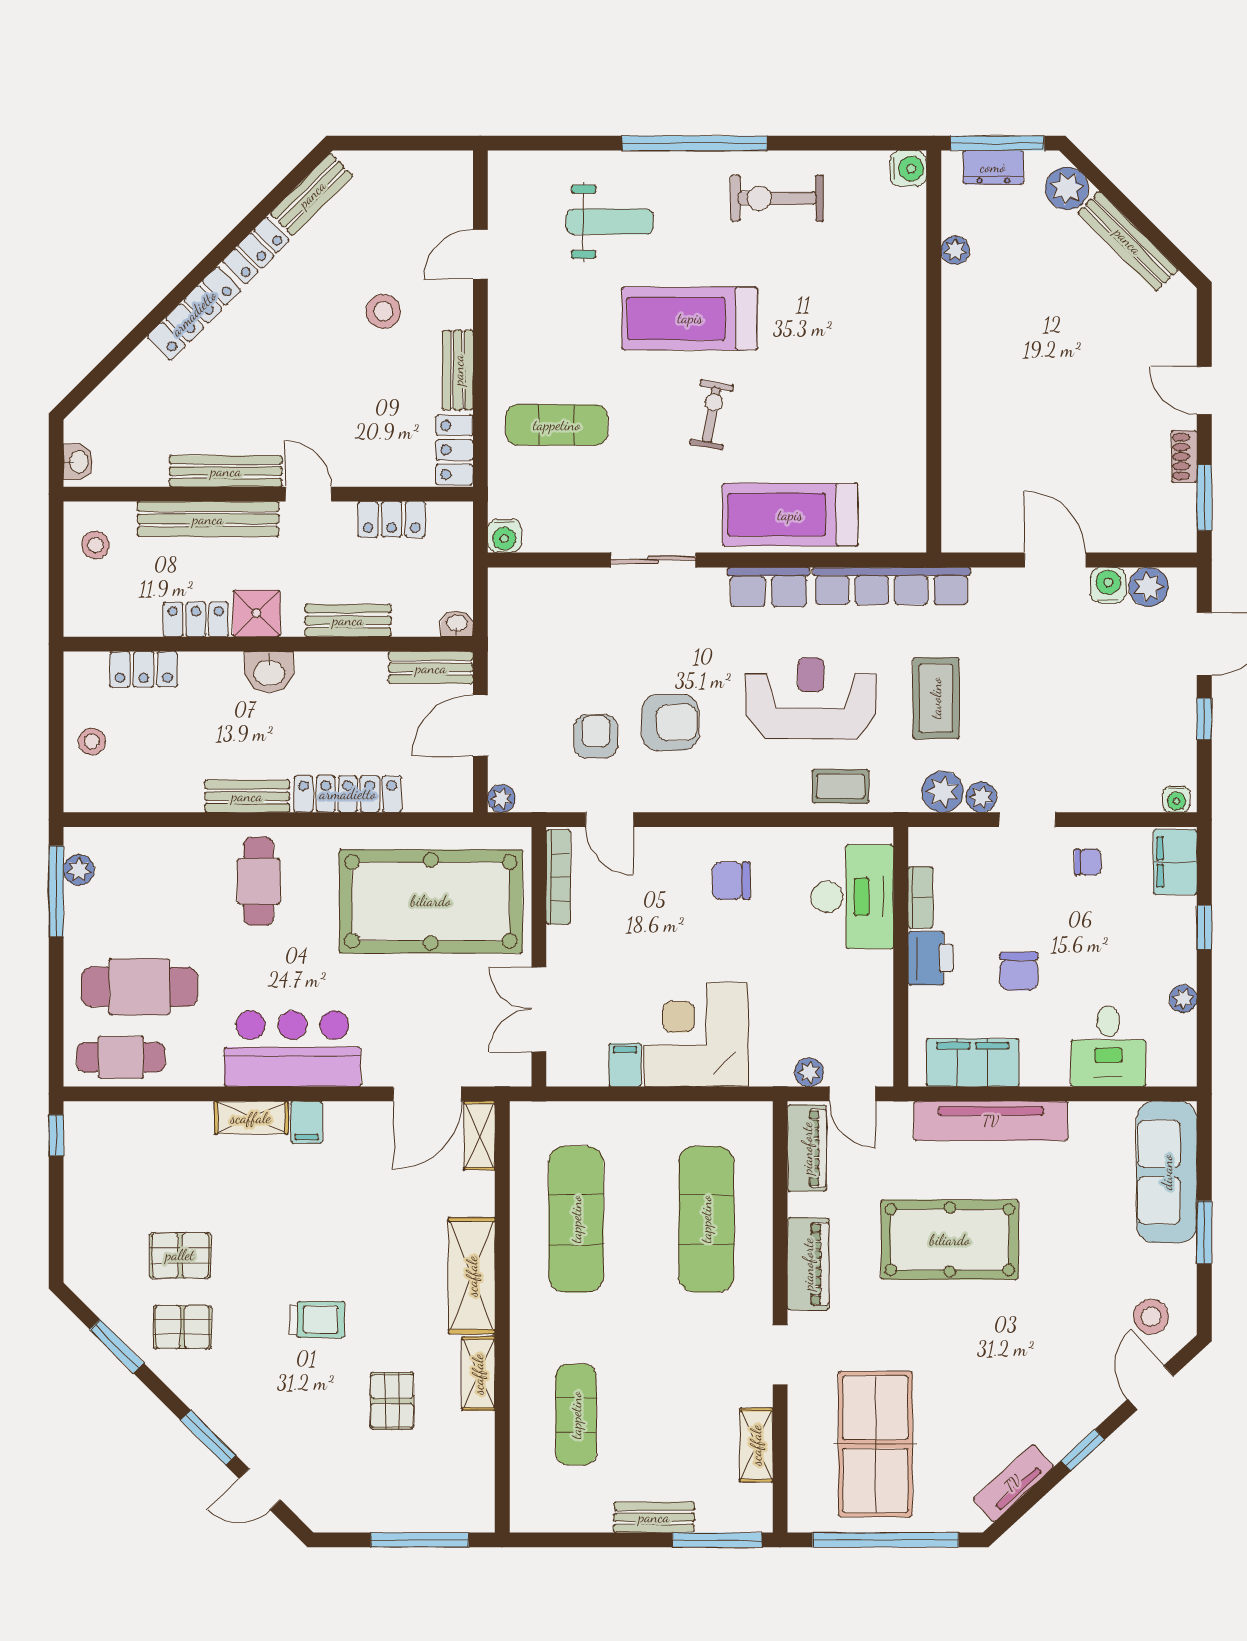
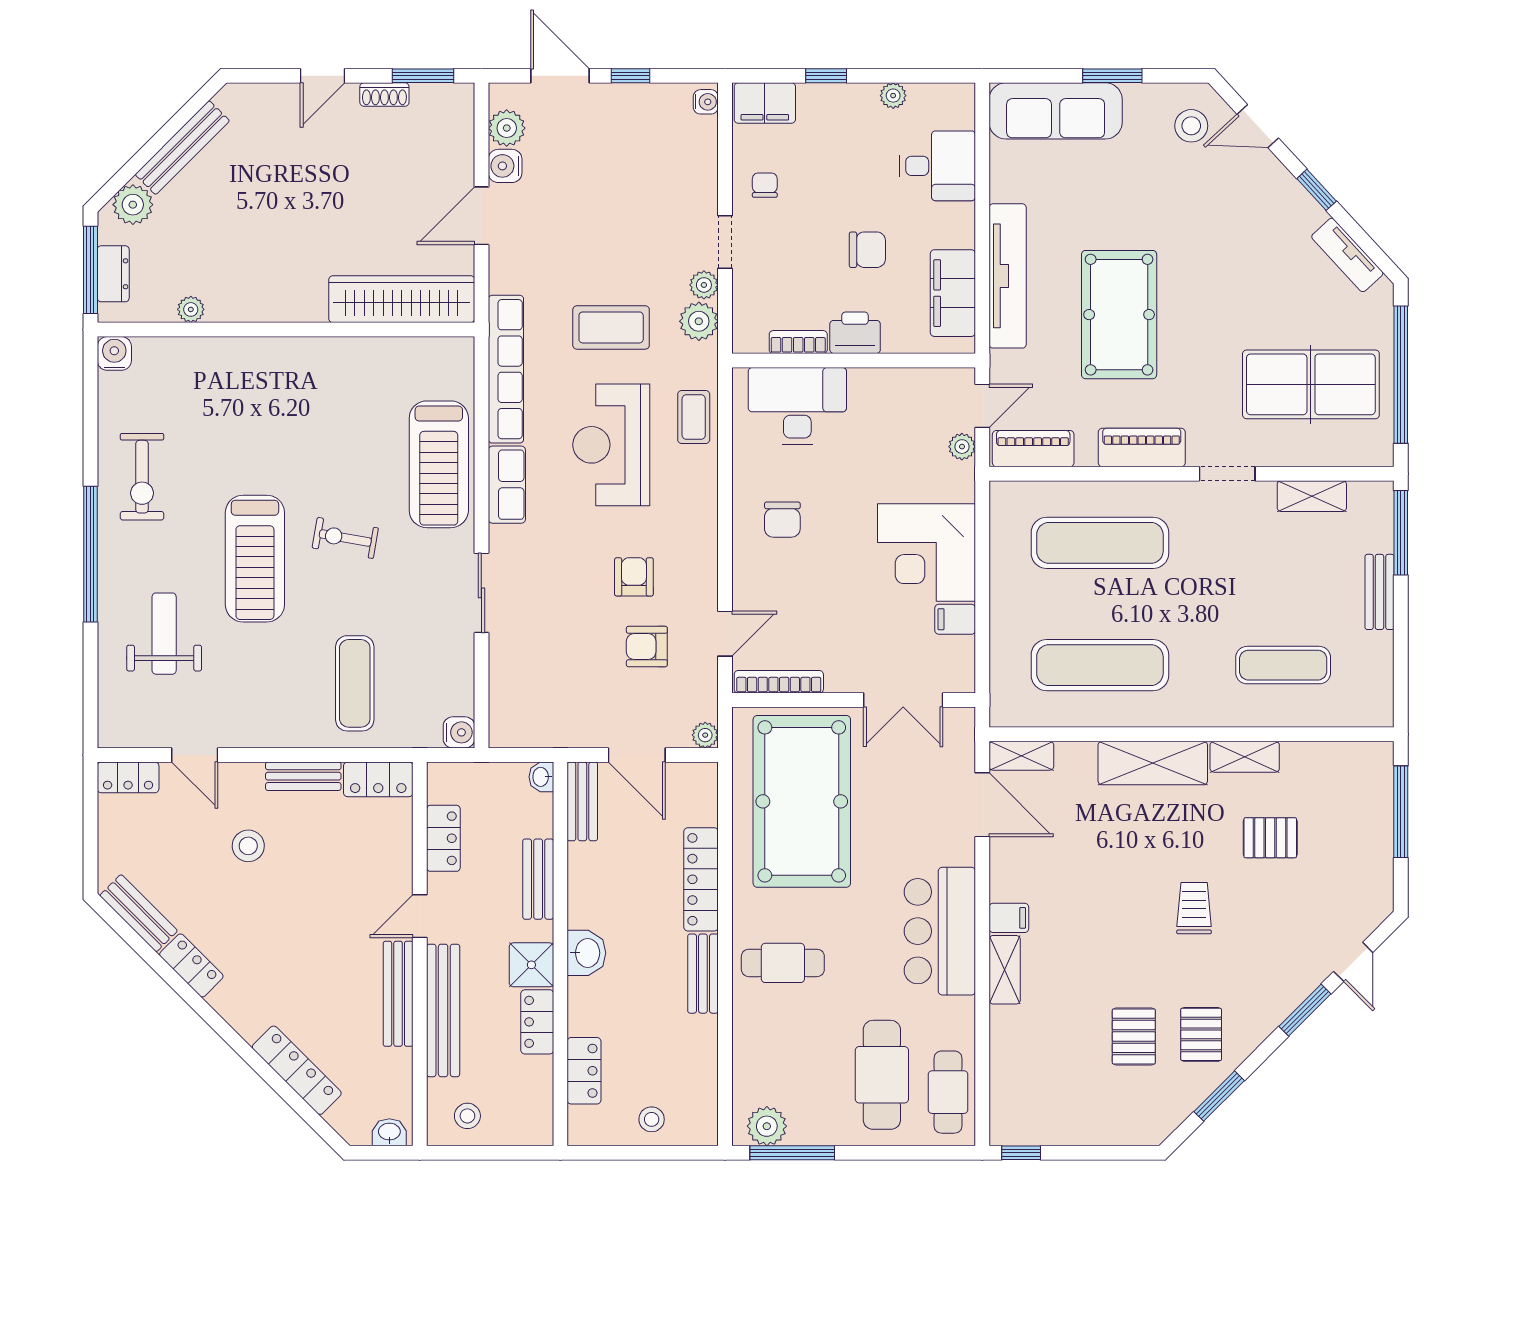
locker: (456, 183) -> (128, 777), added
locker: (194, 313) -> (297, 1070), moved
wardrobe: (966, 475) -> (402, 299), added
armchair: (670, 723) -> (634, 577), width x0.72, depth x0.72
plant: (79, 870) -> (767, 1126), width x1.38, depth x1.38

